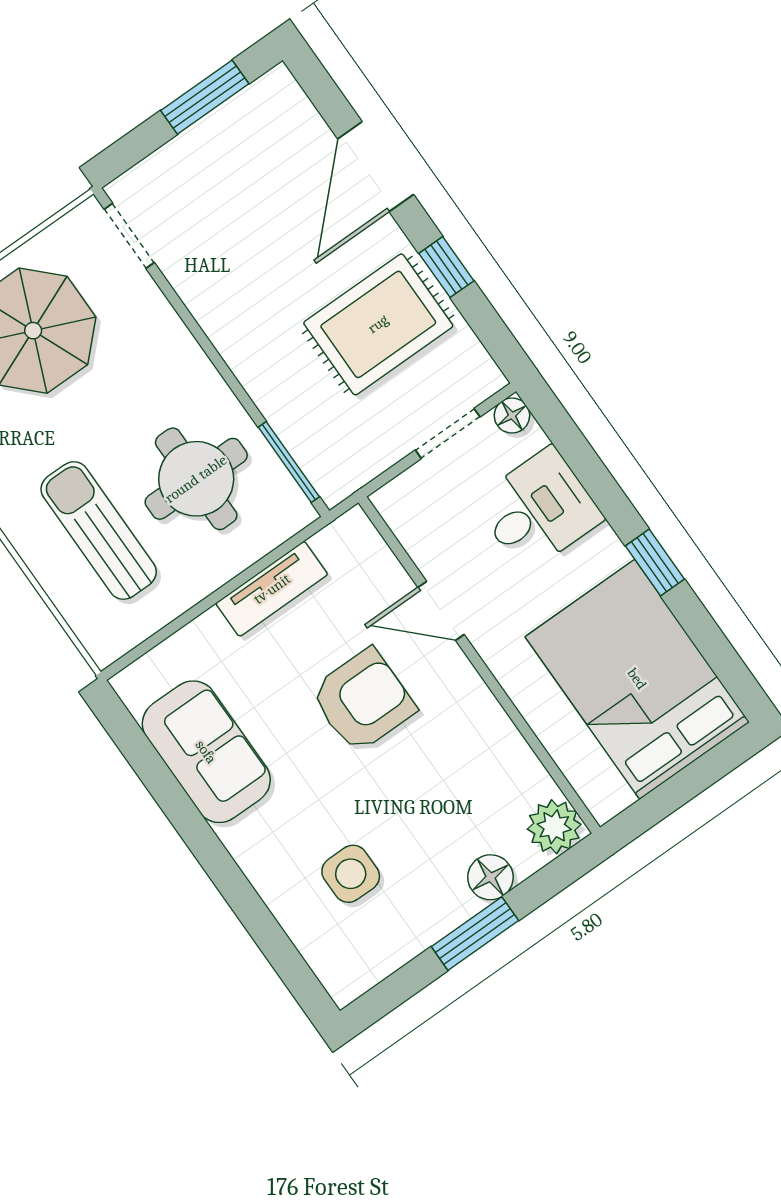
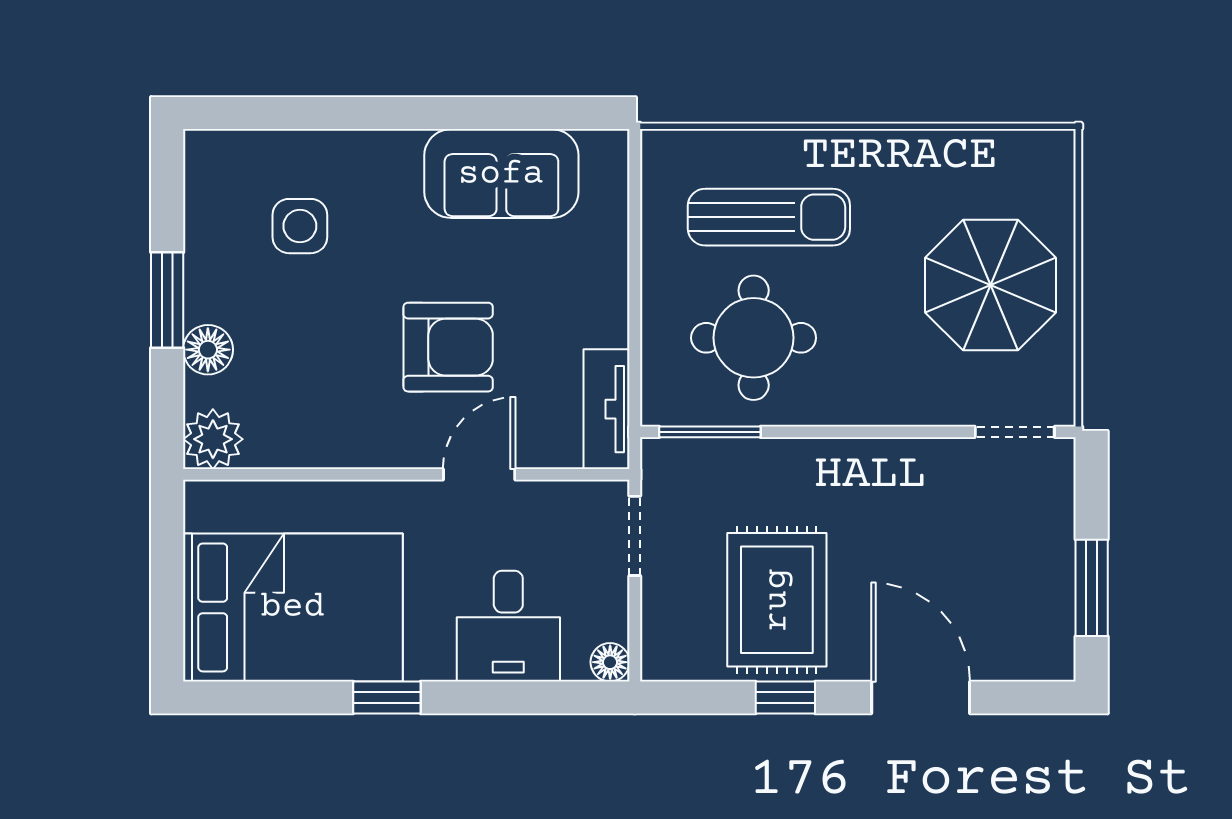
doorway: (448, 433) -> (635, 536), moved
tv unit: (272, 589) -> (607, 409), moved
armchair: (363, 700) -> (448, 347), turned -90

